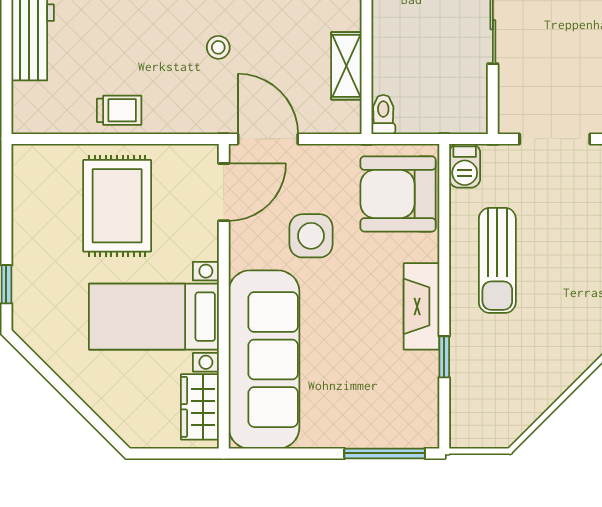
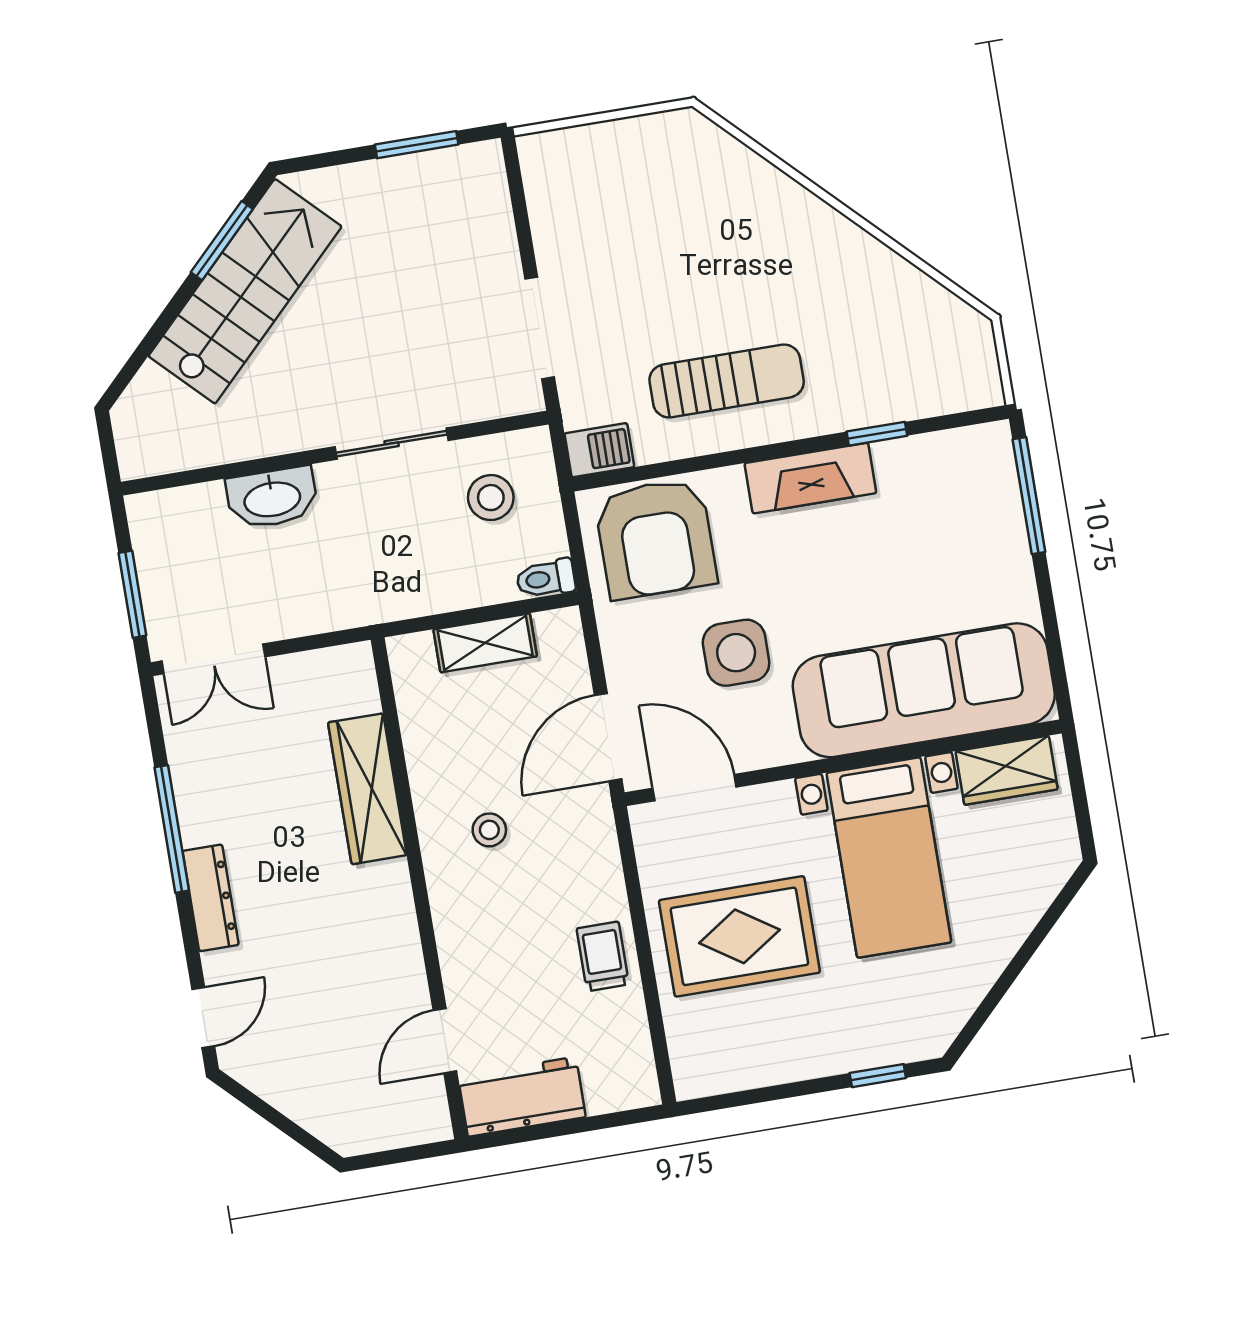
stool: (445, 86) -> (491, 498), added

